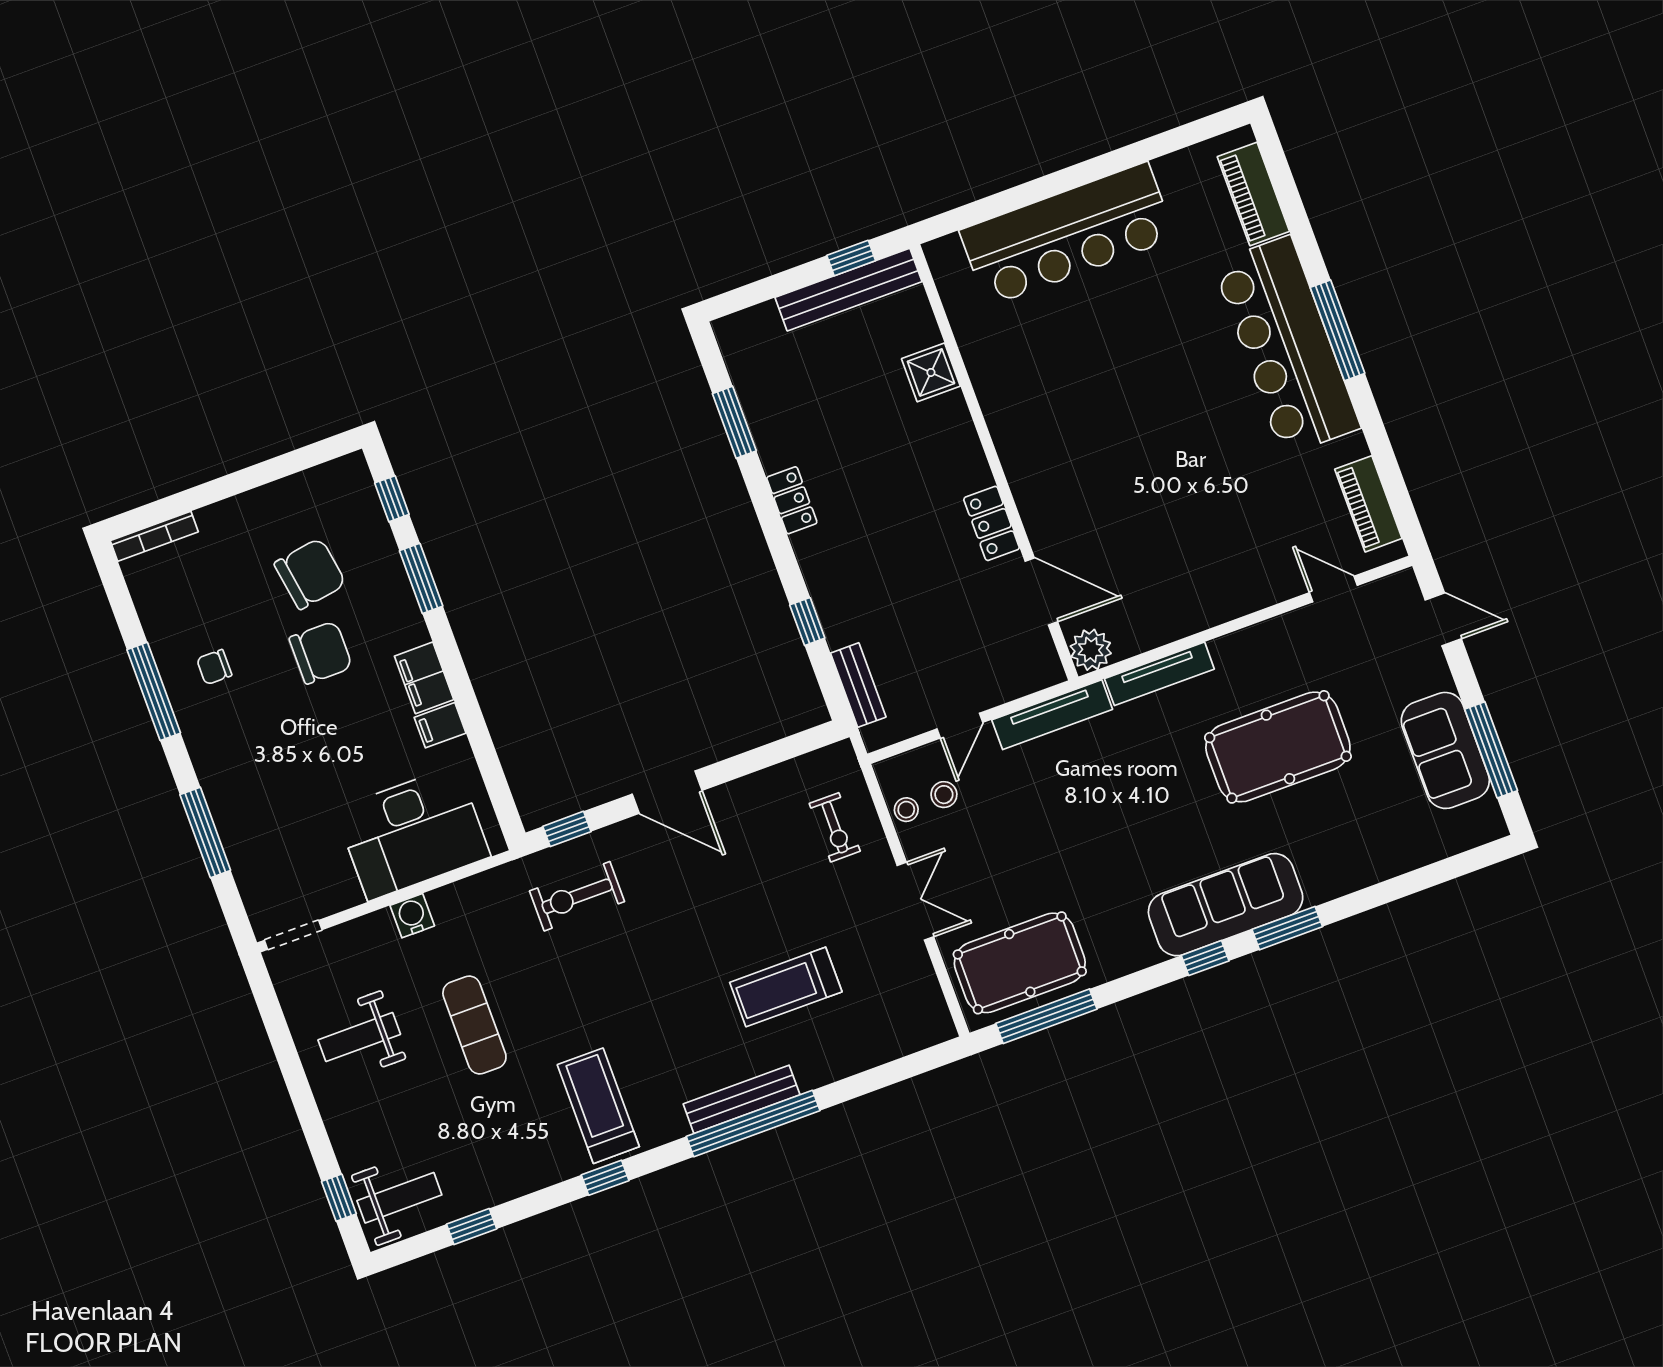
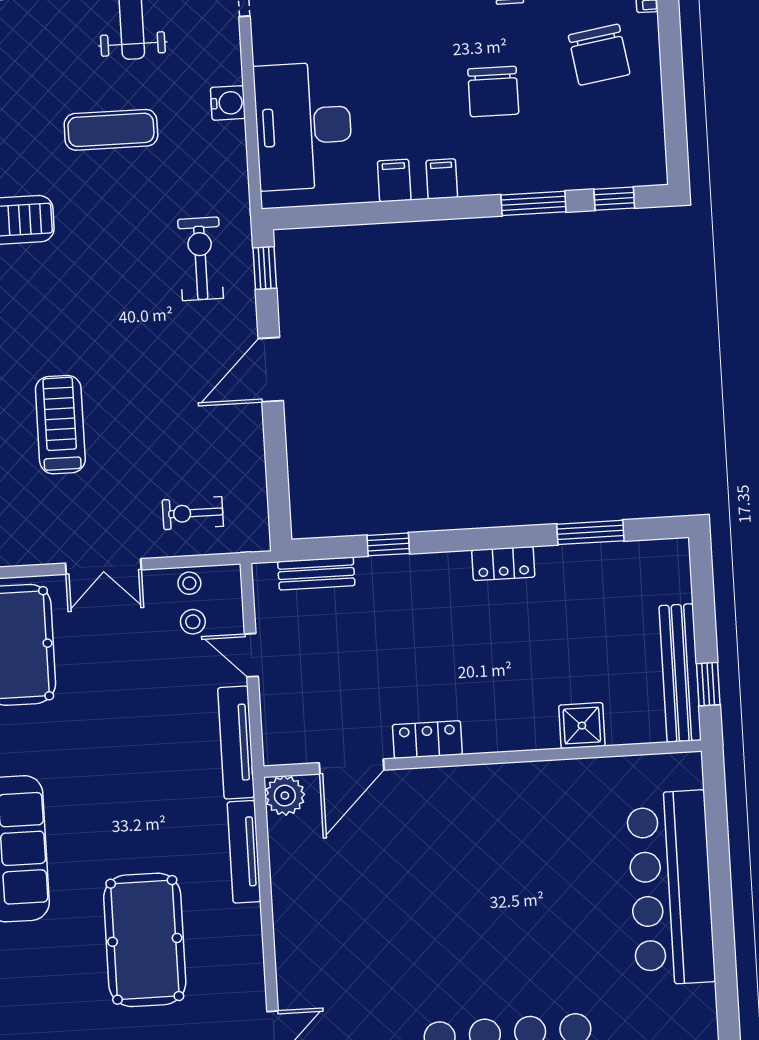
chair: (310, 574) -> (599, 55), moved
filing cabinet: (424, 678) -> (442, 179), width x0.50

